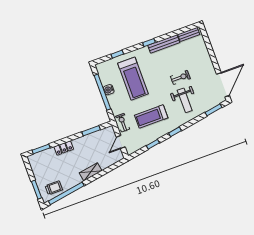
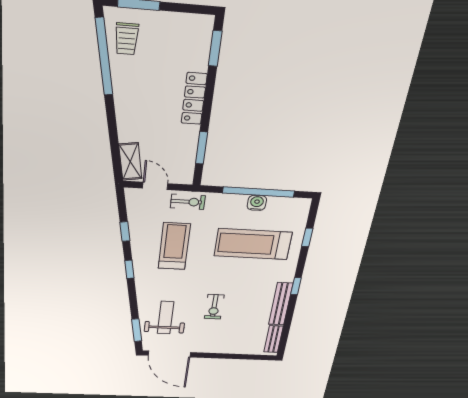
weight bench: (185, 100) -> (166, 318), moved, turned 90
locker: (64, 148) -> (194, 99), width x1.53
shelving: (91, 172) -> (130, 162), moved

